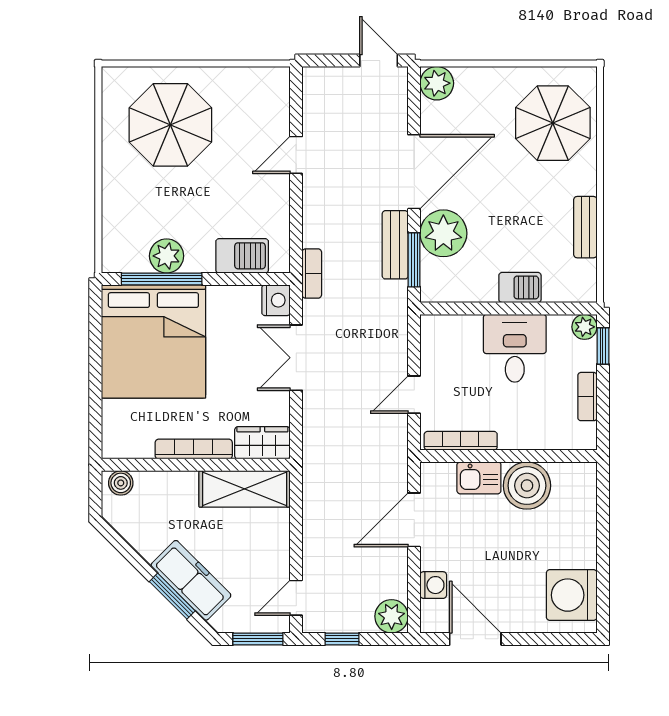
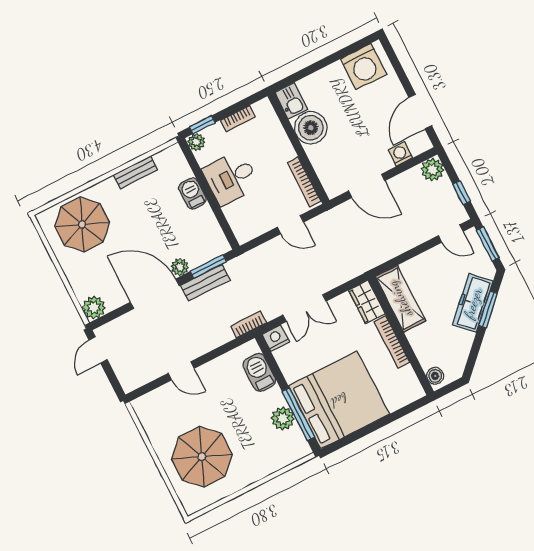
plant: (443, 233) -> (180, 267), width x0.53, depth x0.53
kitchen sink: (479, 478) -> (291, 101), moved

